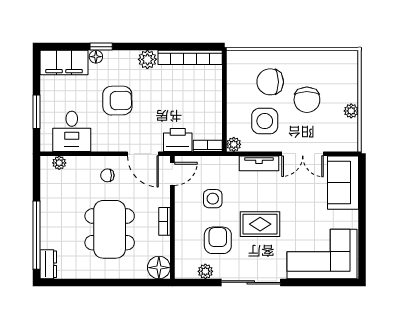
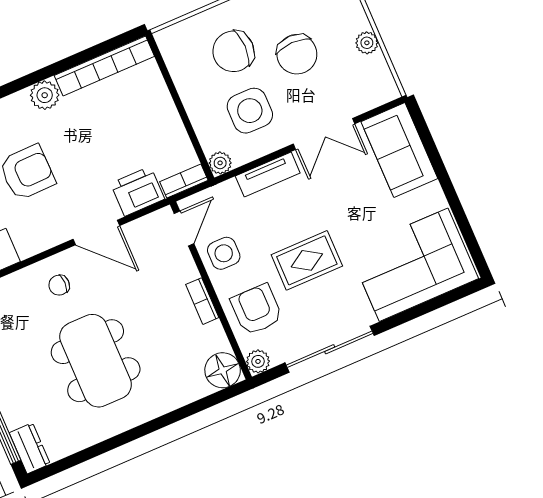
door: (172, 174) -> (184, 228), moved
wall: (172, 217) -> (211, 291), moved
bookcase: (165, 221) -> (202, 301), moved
floor lamp: (159, 268) -> (223, 370), moved

